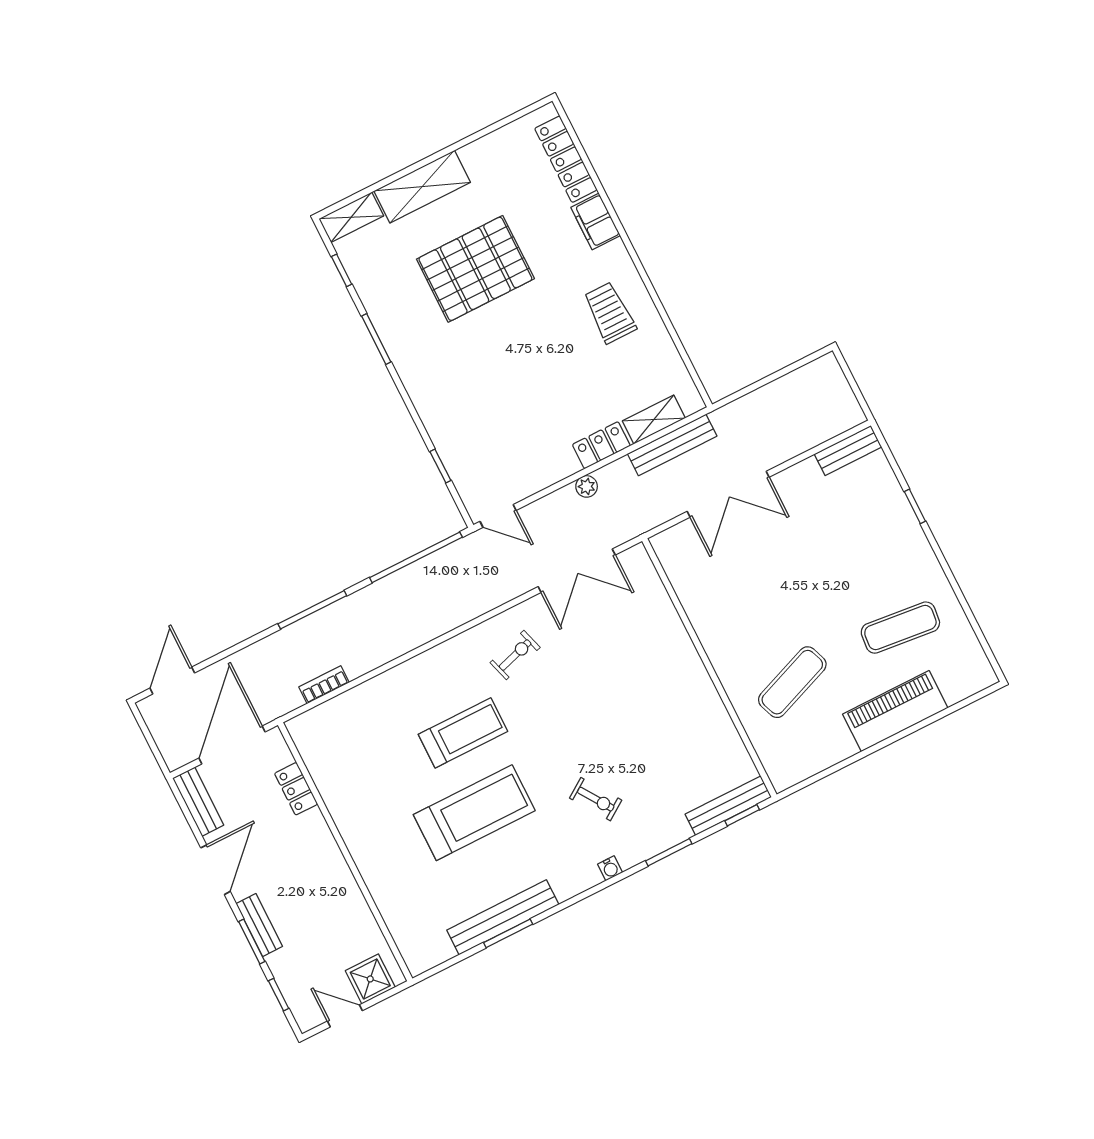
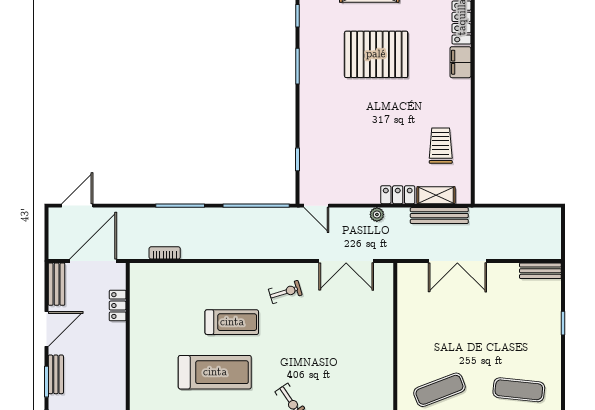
trolley: (610, 313) -> (441, 146), moved

